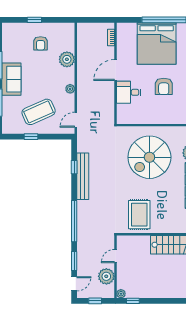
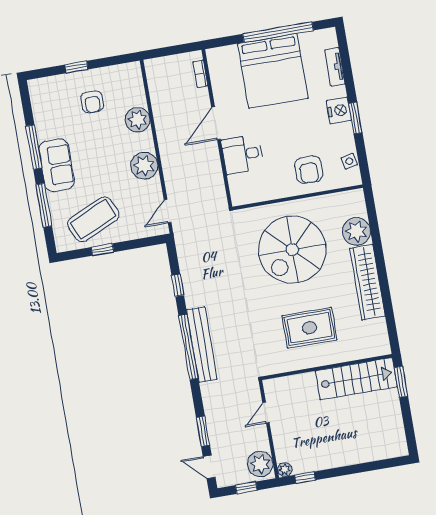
armchair: (164, 86) -> (309, 170), moved
plant: (70, 89) -> (144, 166), width x1.87, depth x1.87
coffee table: (39, 112) -> (93, 219), moved
bench: (83, 176) -> (202, 345), moved
rug: (139, 215) -> (310, 328), moved, turned 90
window: (74, 221) -> (188, 347), moved
plant: (106, 276) -> (260, 464), moved
door: (74, 284) -> (209, 467), swing flipped

